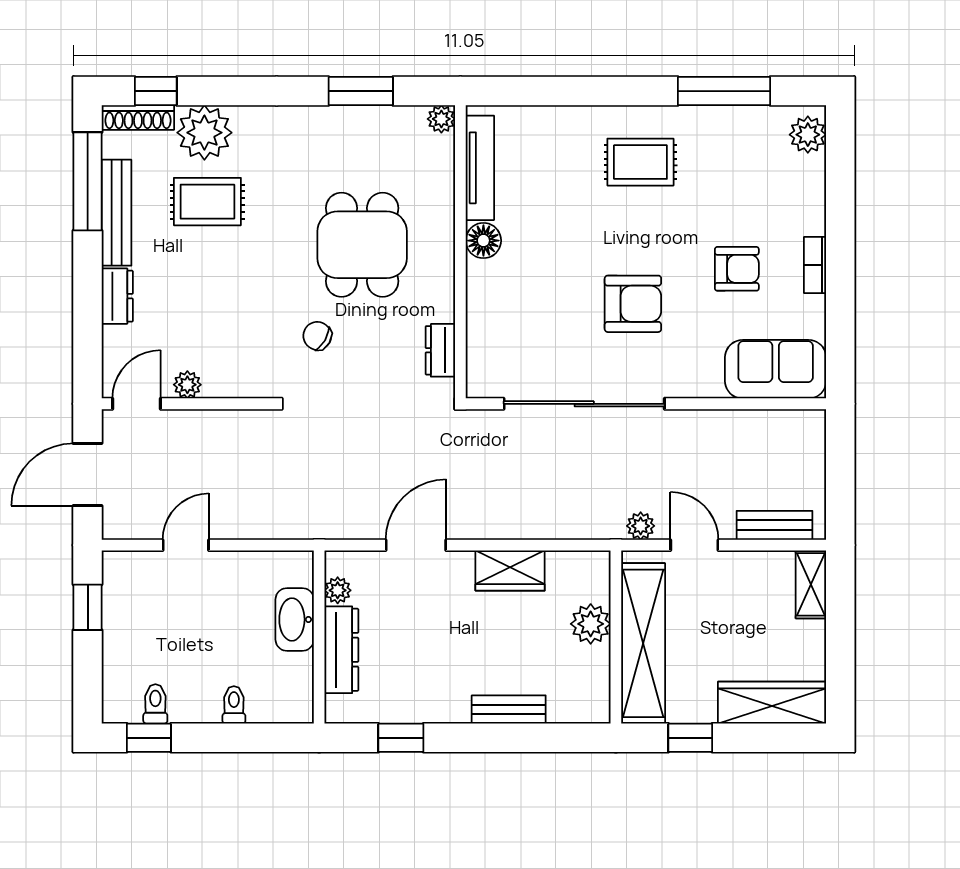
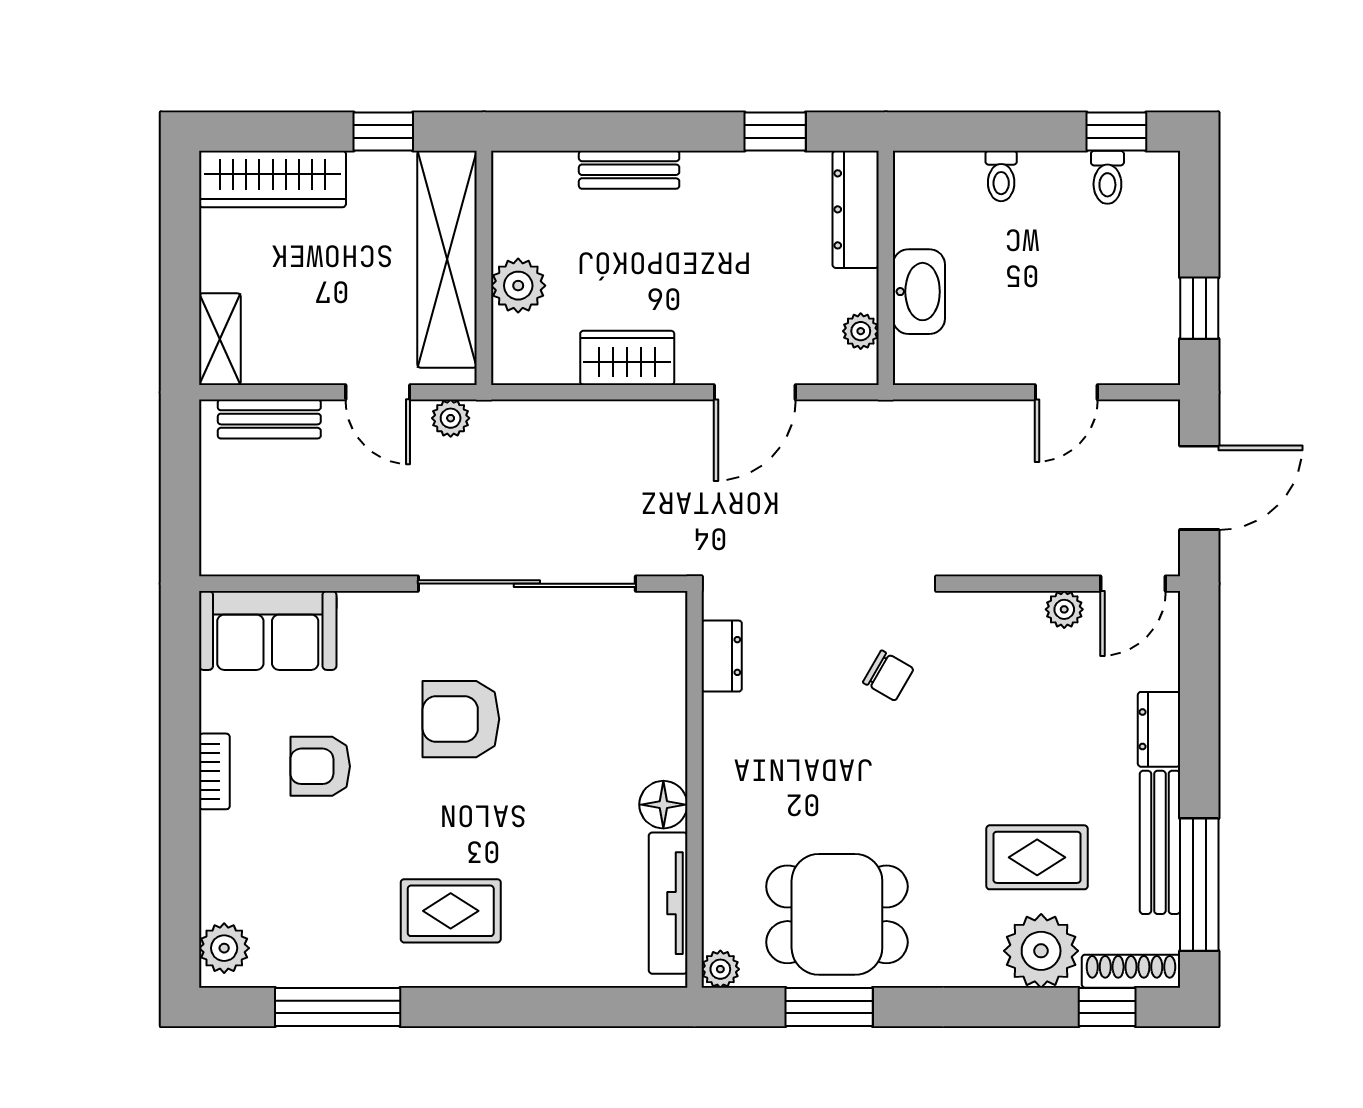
dining table: (362, 245) -> (837, 914), moved, turned 90
dresser: (341, 650) -> (856, 209), moved

